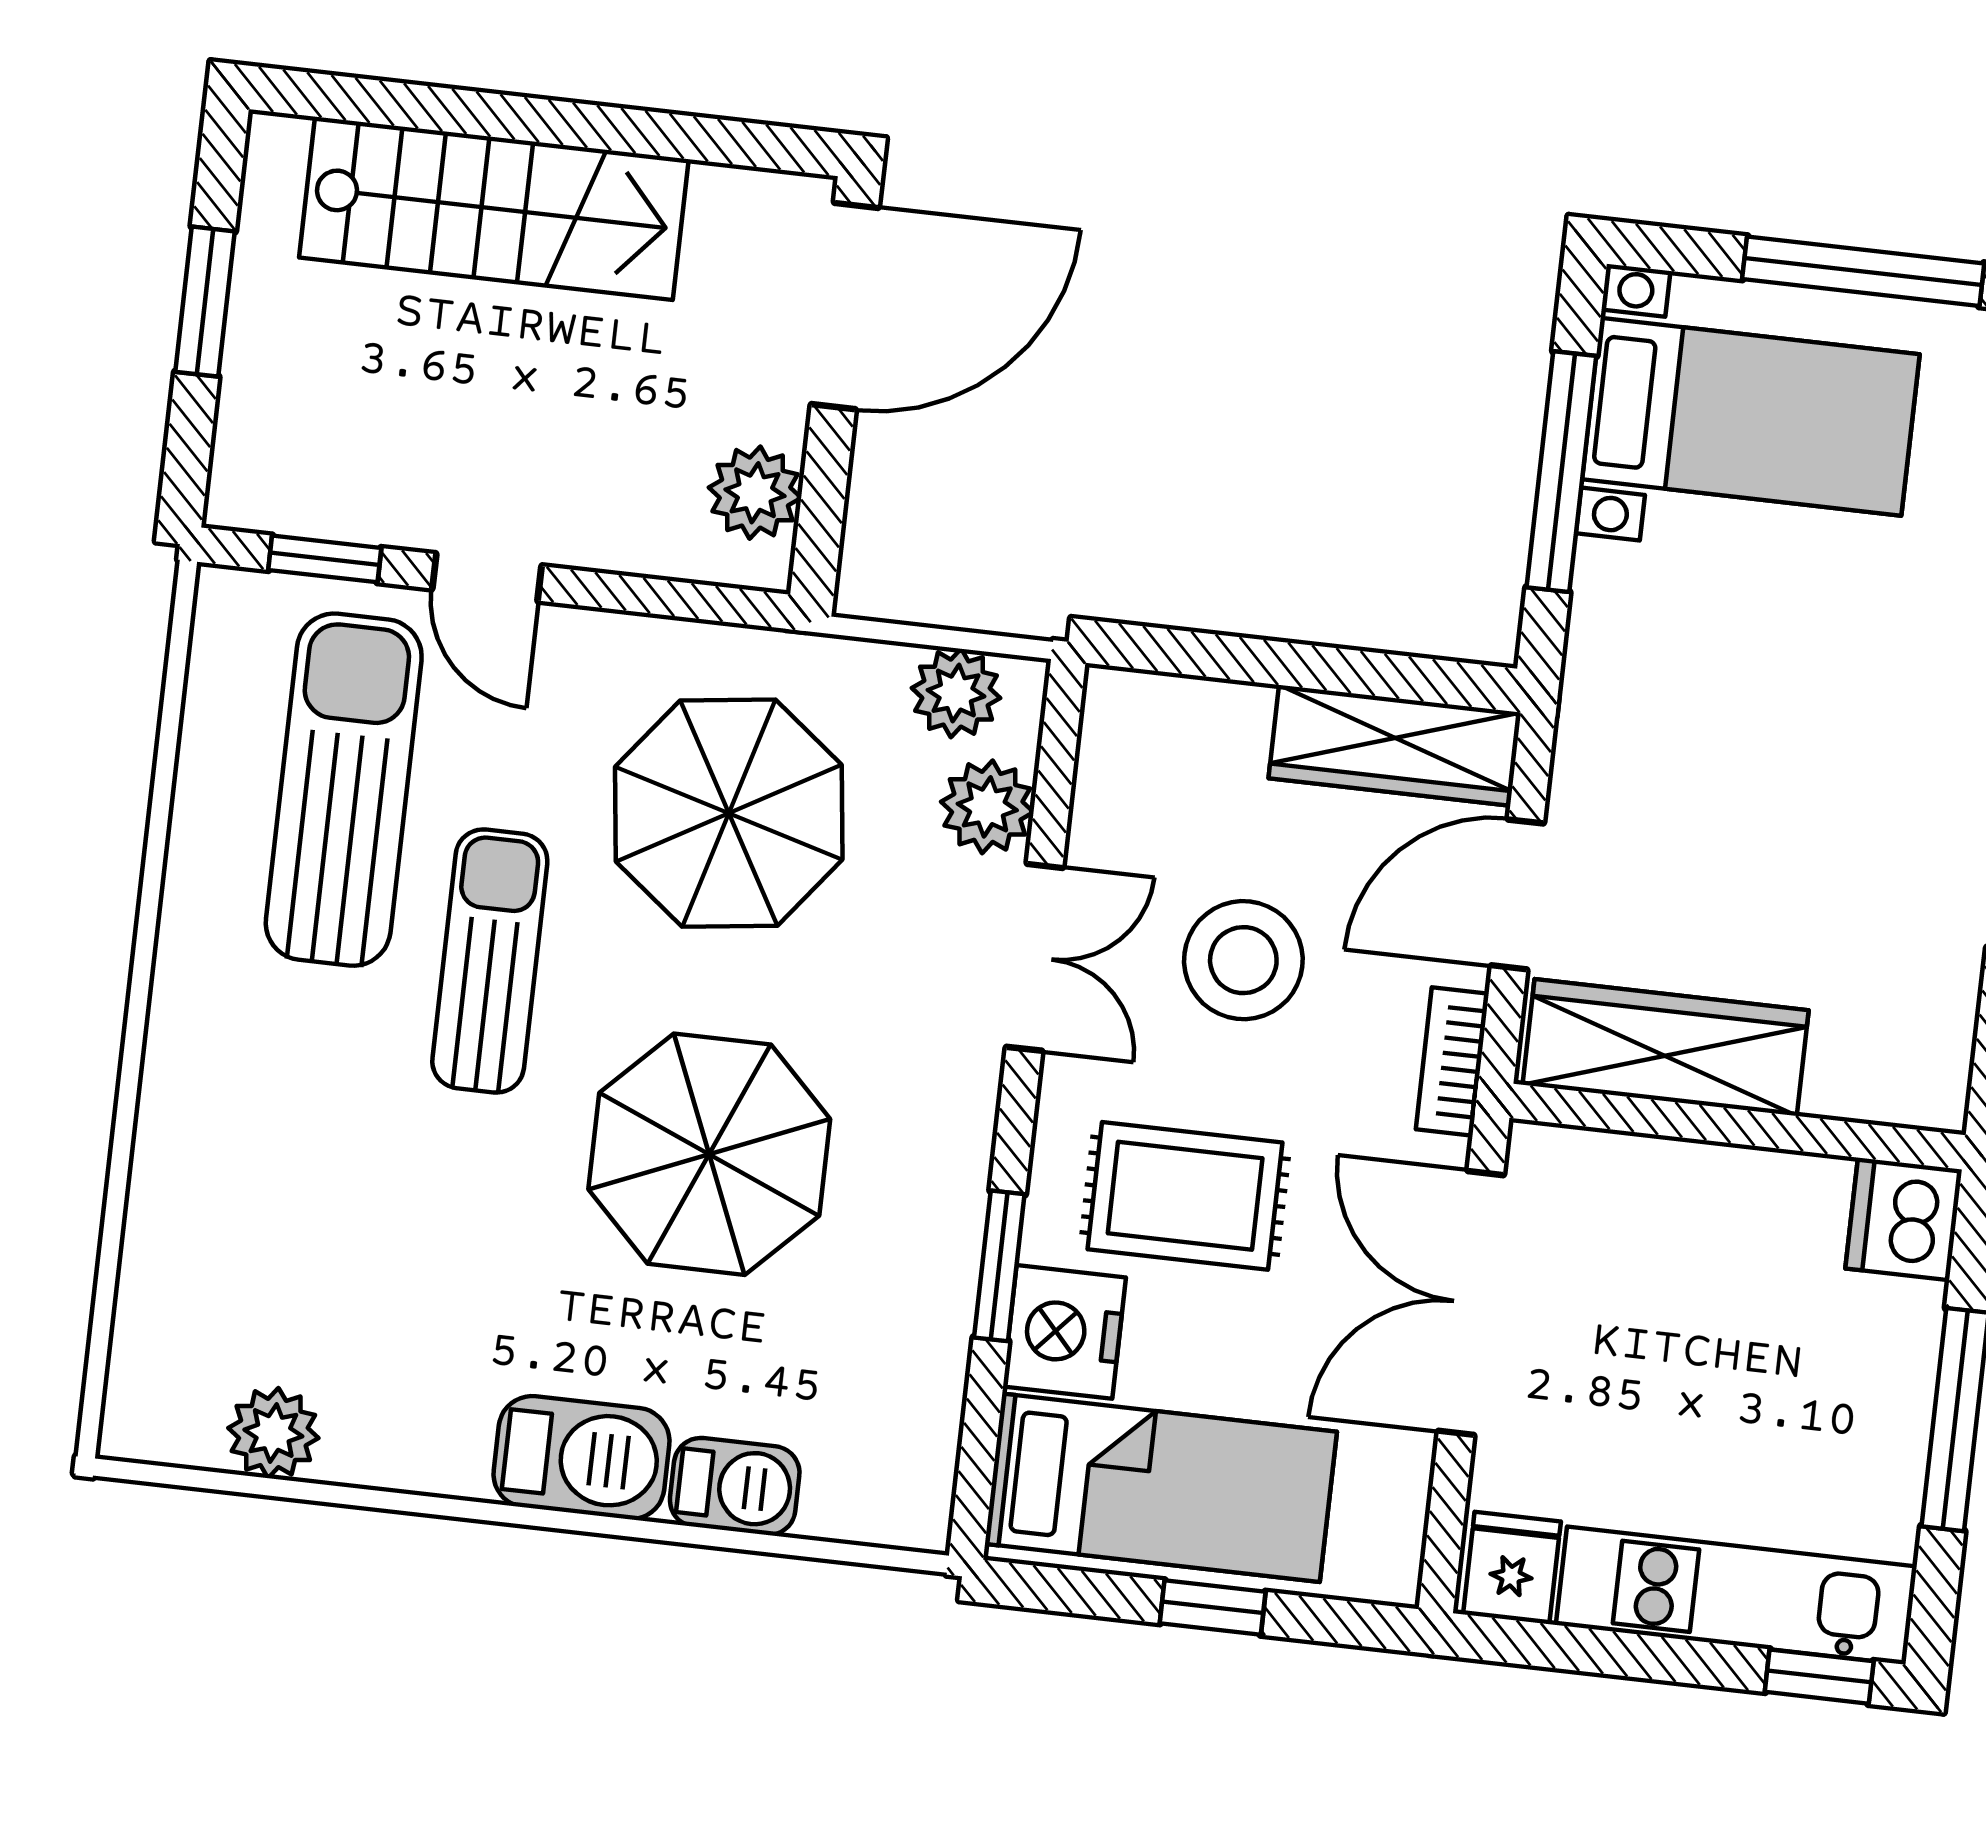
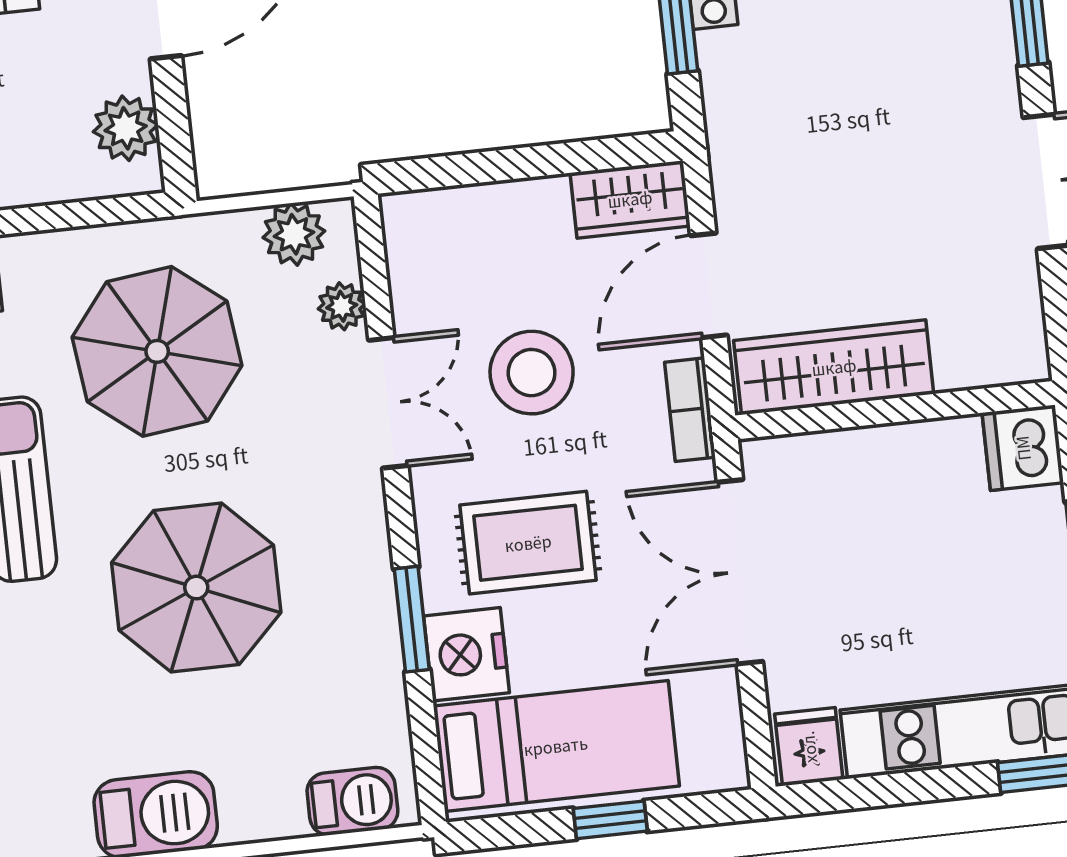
wardrobe: (1395, 745) -> (630, 199), width x0.67
plant: (987, 807) -> (342, 306), width x0.73, depth x0.73
barbecue: (735, 1486) -> (352, 801), moved

